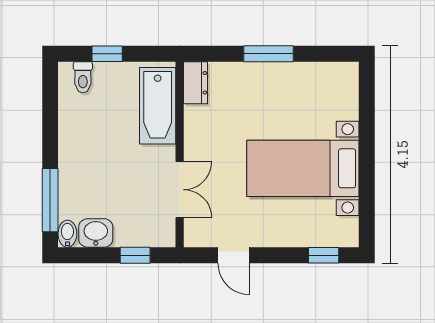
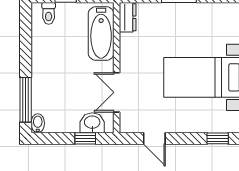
double door: (180, 190) -> (117, 92), swing flipped
washbasin: (96, 233) -> (92, 123), moved

